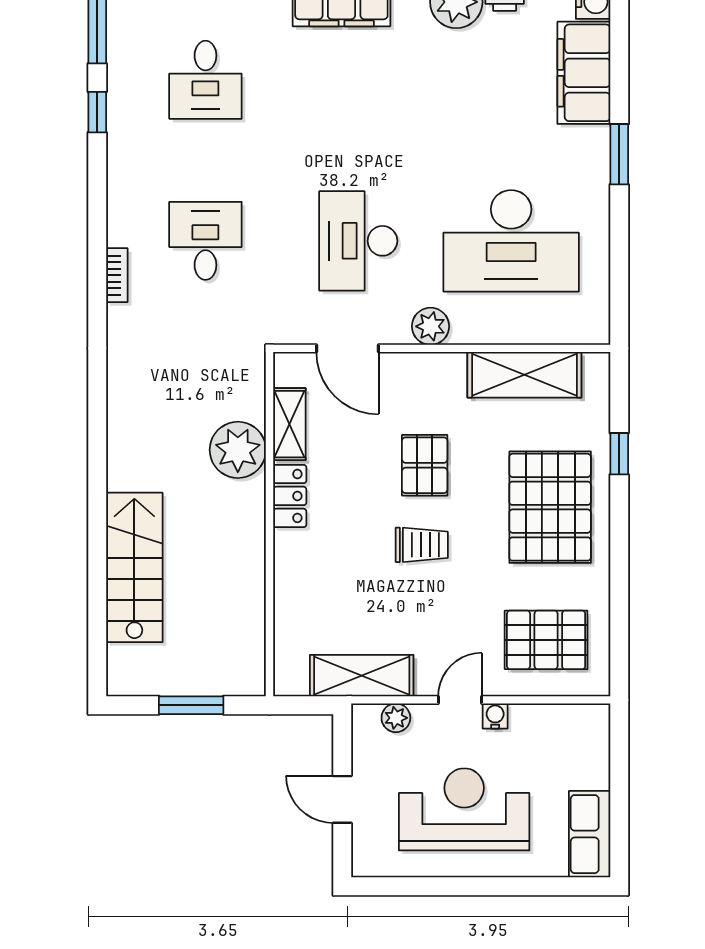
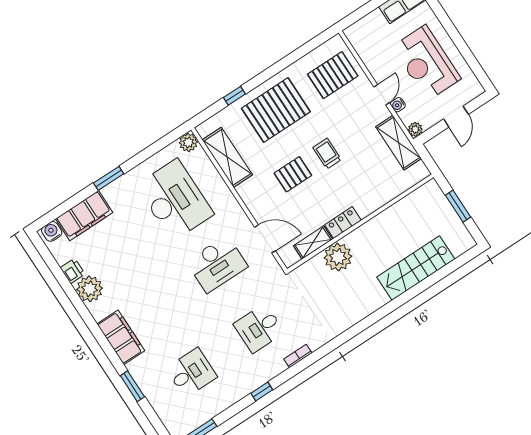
window: (97, 112) -> (262, 391), moved
plant: (431, 326) -> (188, 142), moved
door: (347, 348) -> (265, 239), hinge flipped
pallet: (546, 640) -> (333, 75), turned 90
door: (460, 700) -> (382, 95), swing flipped
water cooler: (495, 716) -> (398, 105), moved
plant: (396, 718) -> (415, 129), moved

